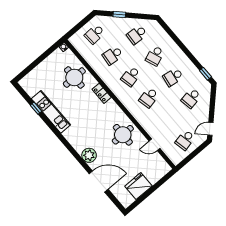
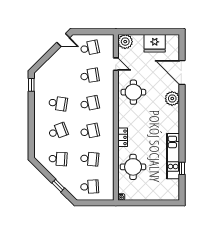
school desk: (191, 98) -> (90, 76), moved
plant: (162, 168) -> (125, 42), added

